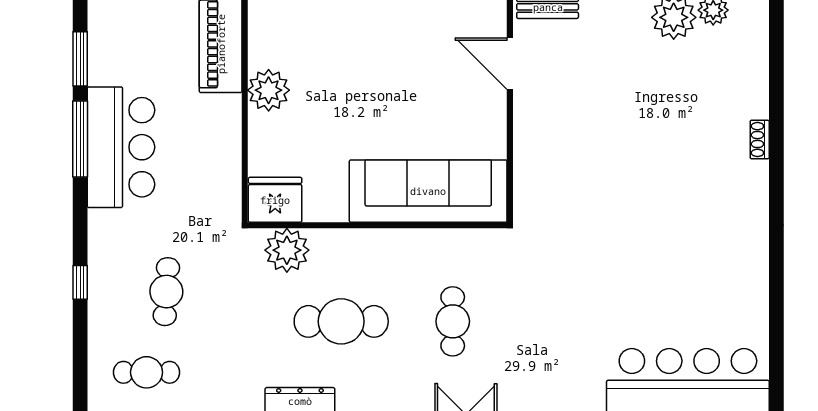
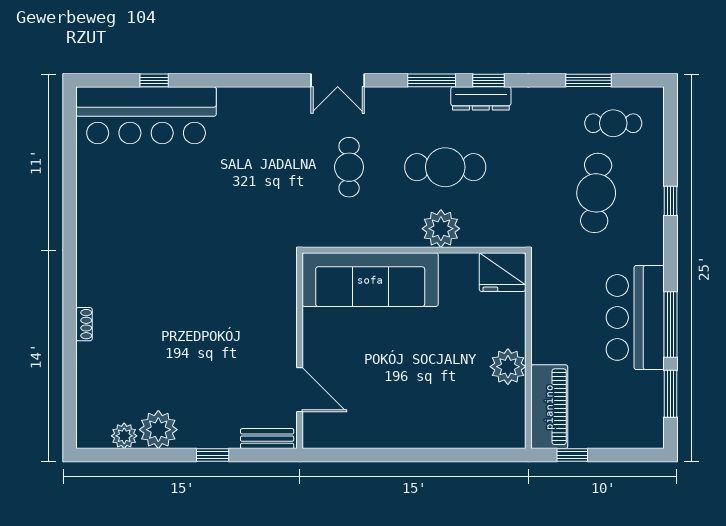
plant: (287, 250) -> (441, 229), moved
cafe table: (166, 292) -> (596, 193), width x1.37, depth x1.35

